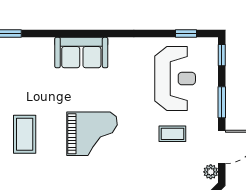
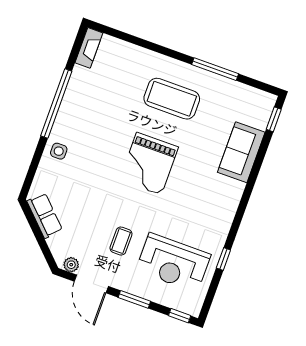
window: (186, 34) -> (223, 259), moved
sofa: (81, 53) -> (241, 152), moved
coffee table: (25, 134) -> (172, 99), width x1.36, depth x1.32

